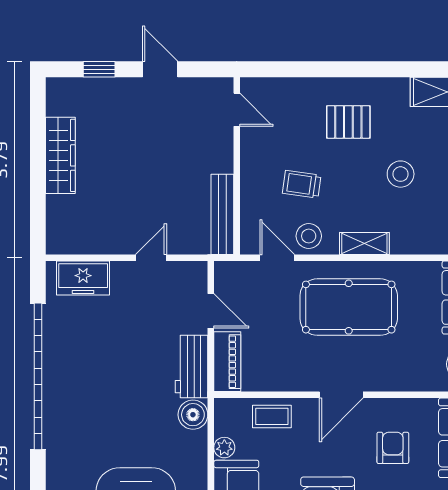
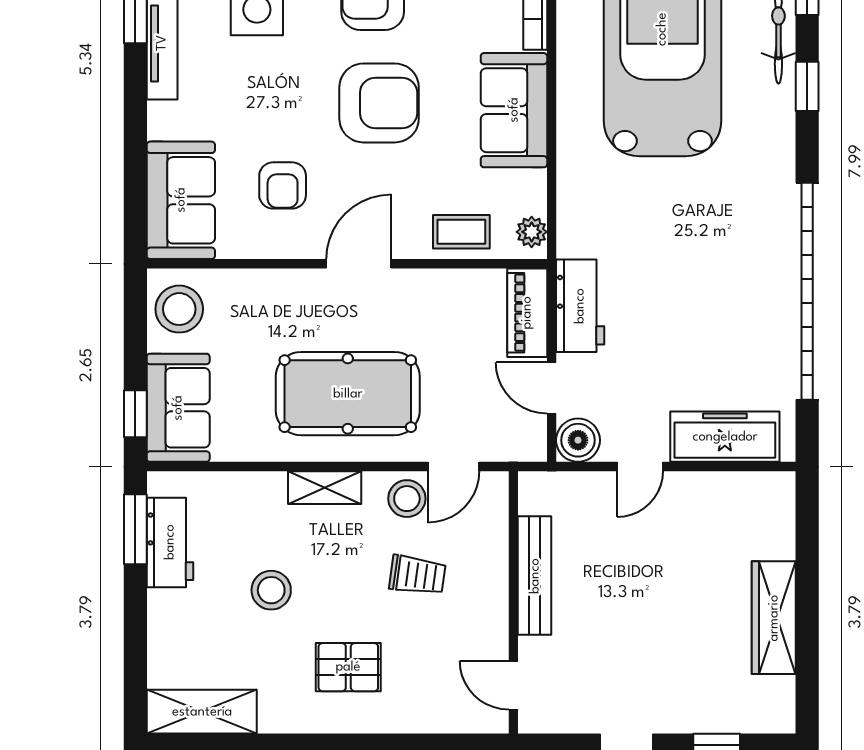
bench: (222, 214) -> (535, 576), moved
door: (277, 258) -> (453, 467), hinge flipped
freezer: (83, 278) -> (725, 437), width x1.40
boiler: (193, 415) -> (578, 440), moved
plant: (224, 448) -> (532, 232), moved

